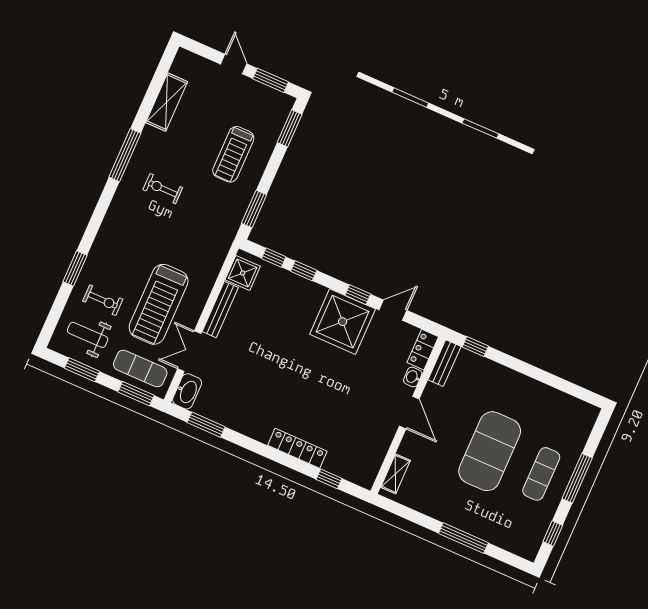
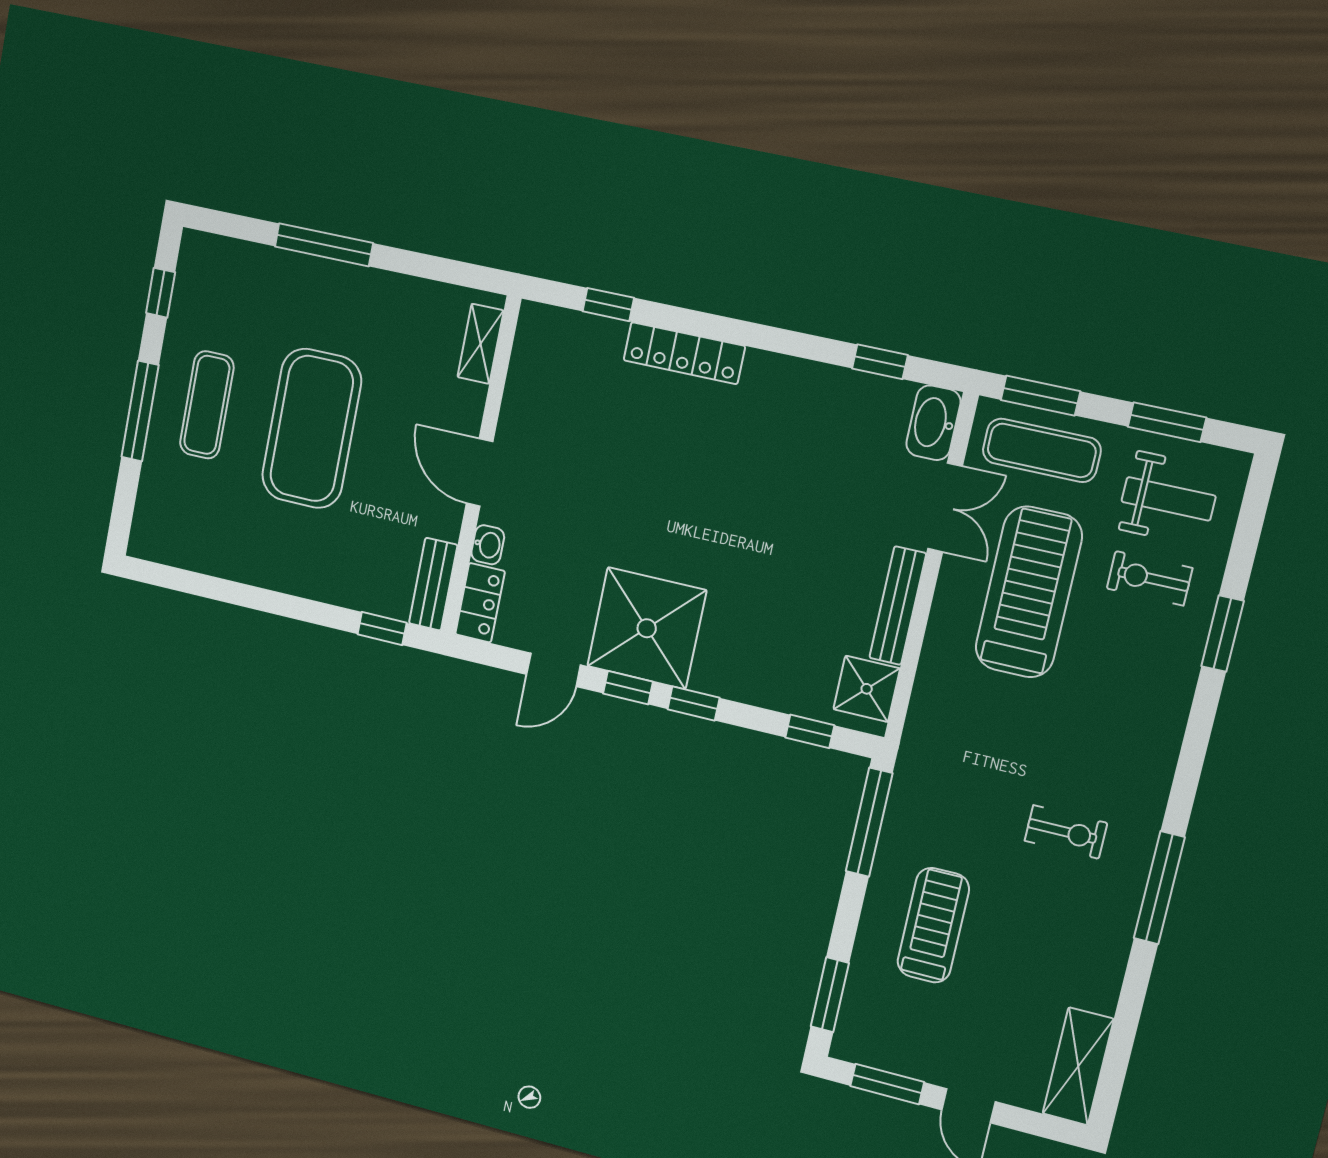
shelving: (167, 102) -> (1078, 1066), moved
window: (254, 209) -> (869, 822), width x1.44
window: (304, 271) -> (693, 703), moved
window: (206, 425) -> (880, 362), width x0.67

